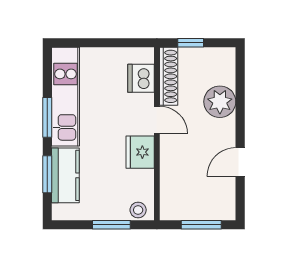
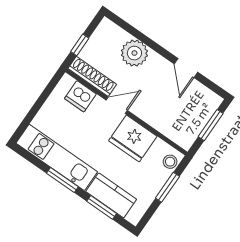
fridge: (140, 152) -> (133, 138), width x1.36, depth x1.34

